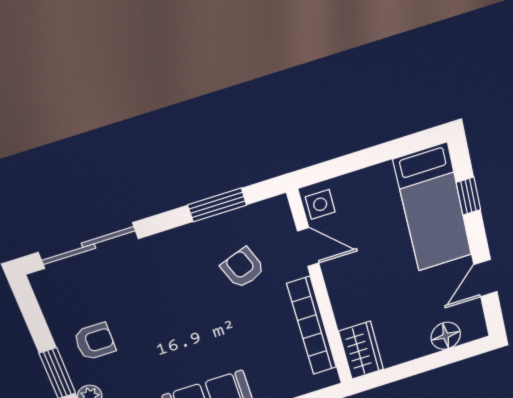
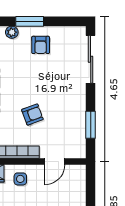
side table: (320, 204) -> (20, 179), moved
armchair: (243, 268) -> (32, 115), moved

